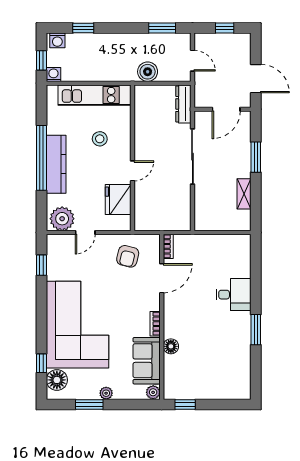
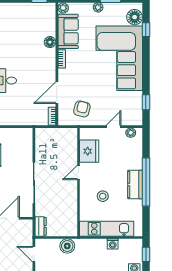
washing machine: (53, 74) -> (113, 244), moved
dresser: (183, 104) -> (41, 226), width x0.70
kitchen counter: (56, 164) -> (135, 184), width x0.67
plant: (62, 219) -> (131, 133), width x0.53, depth x0.53

